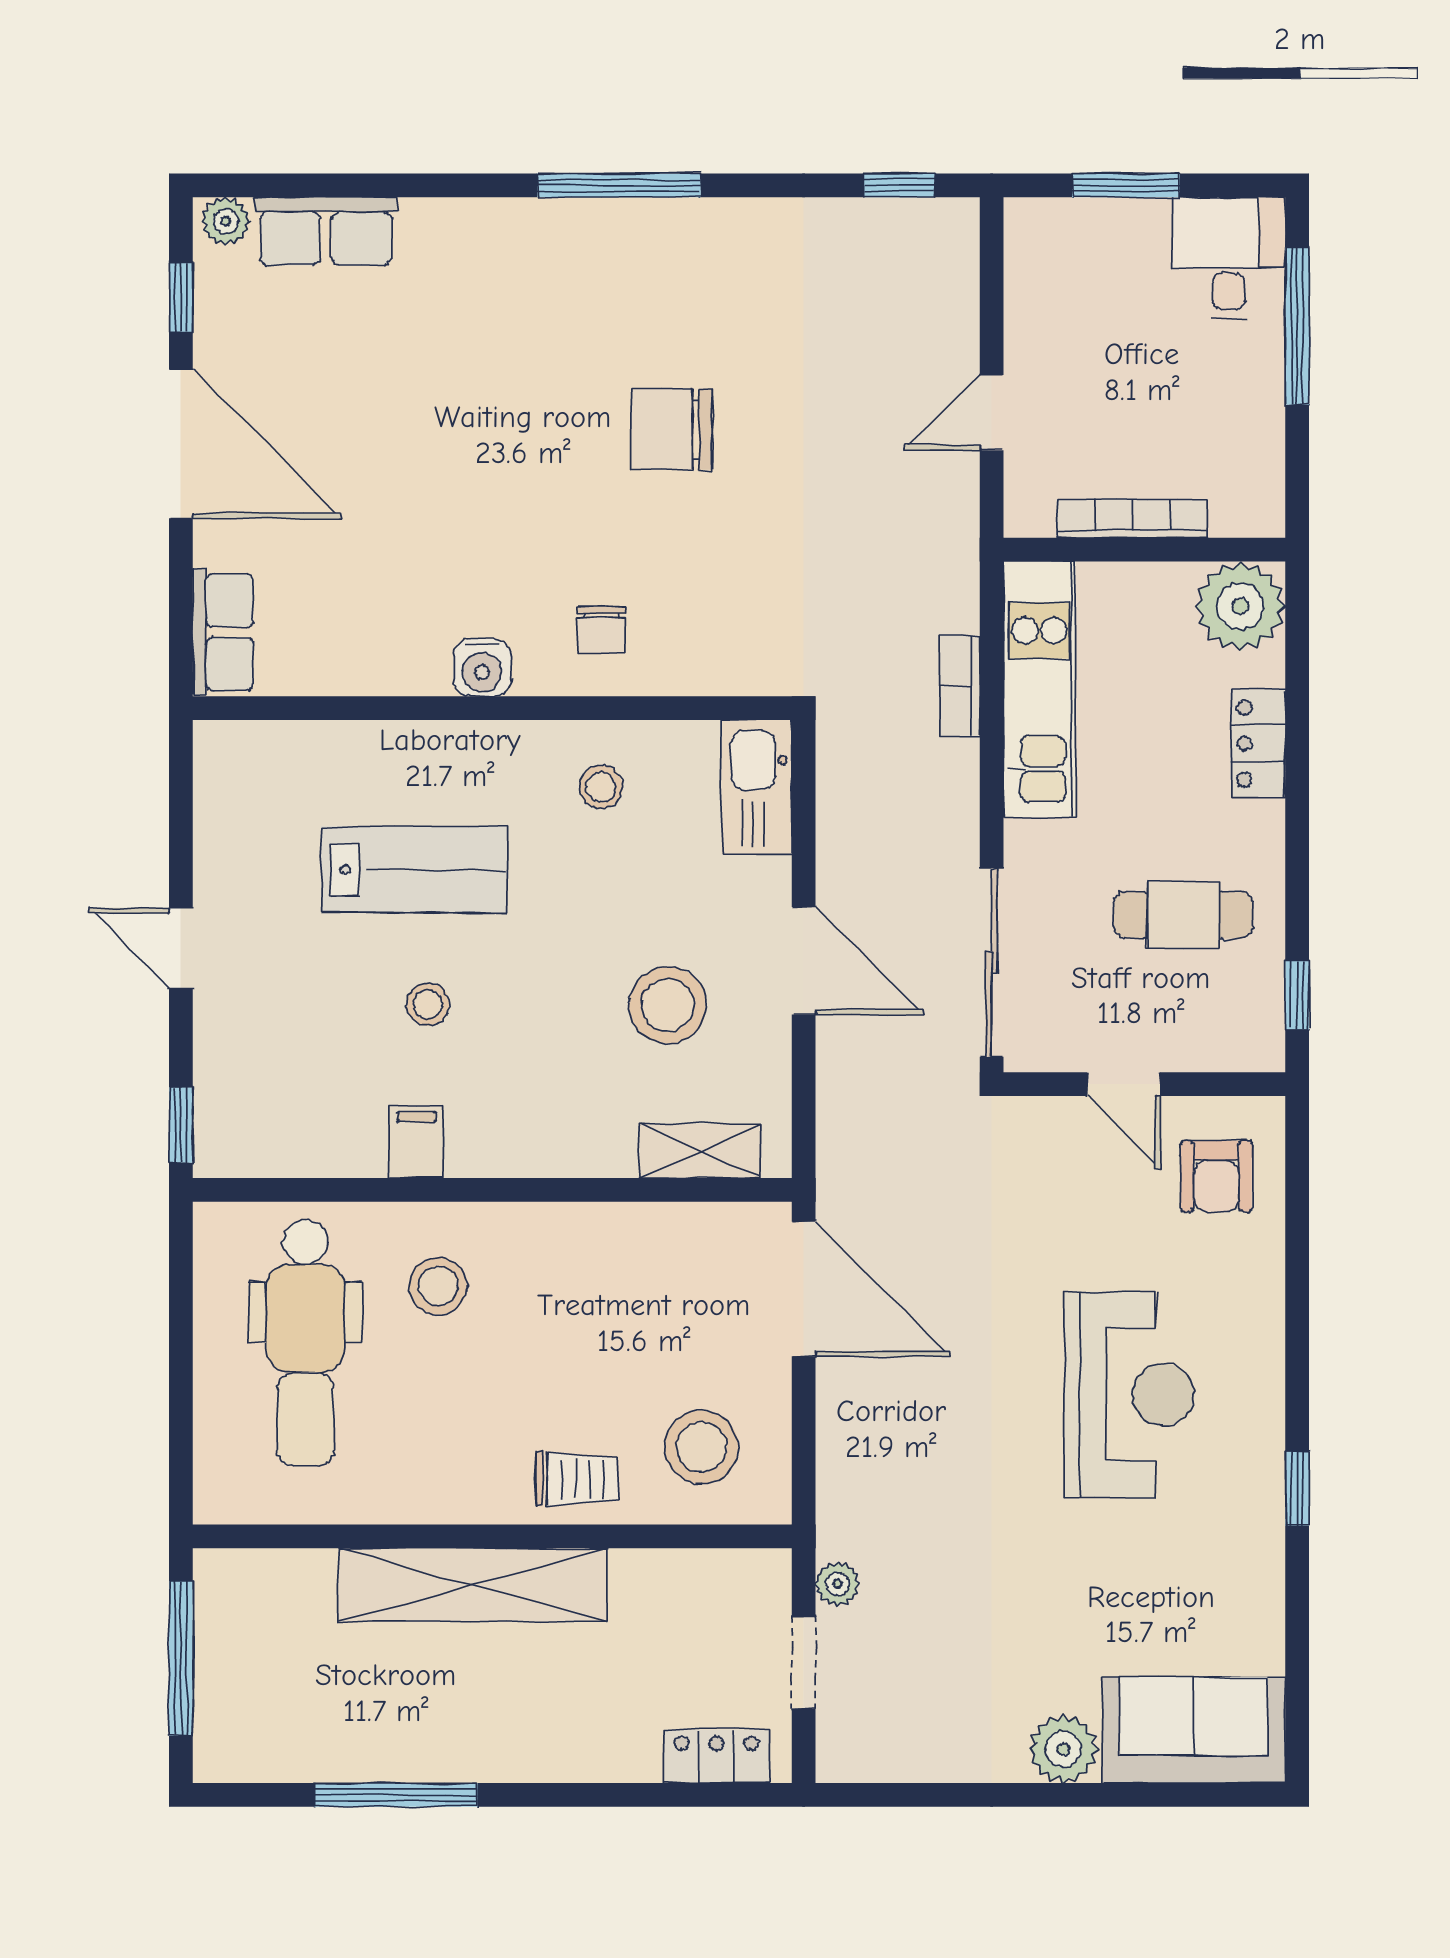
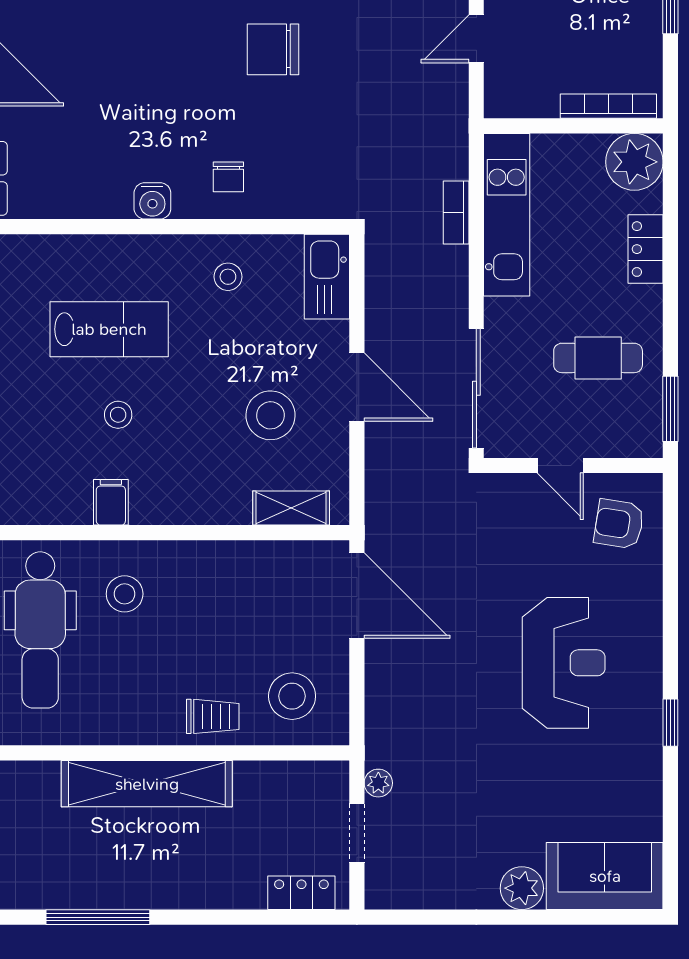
bookcase: (1132, 518) -> (608, 106), moved
window: (1297, 995) -> (670, 409), width x1.50
armchair: (1216, 1176) -> (619, 524), turned 99

